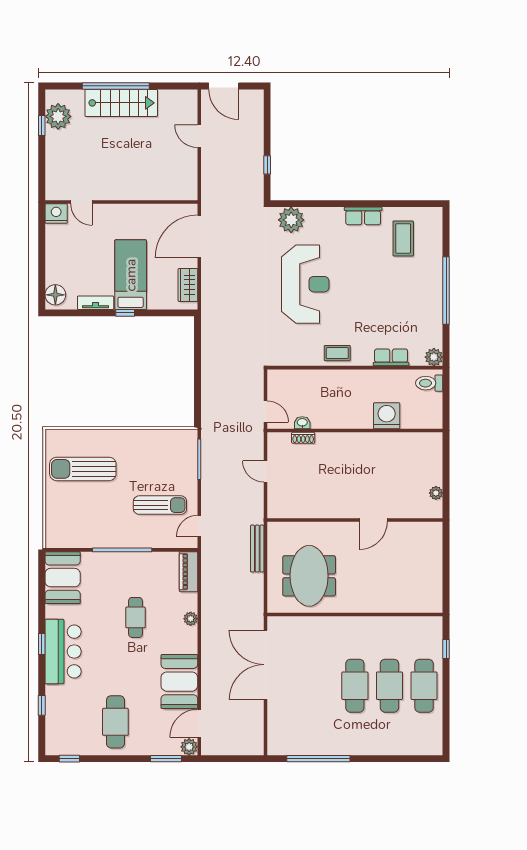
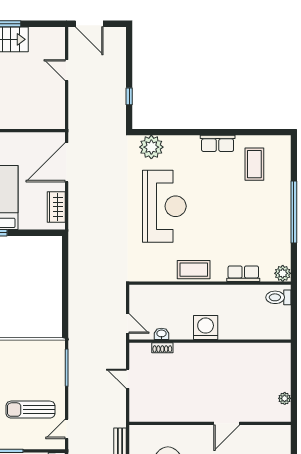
coffee table: (337, 353) -> (194, 270), width x1.36, depth x1.30
washing machine: (387, 416) -> (206, 327), moved
sun lounger: (160, 505) -> (30, 410), turned 180

